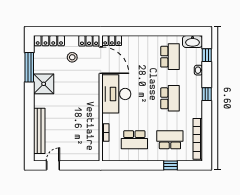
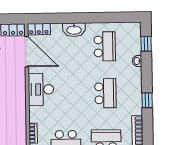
washbasin: (193, 42) -> (74, 30), moved
desk: (116, 94) -> (41, 89), width x0.73, depth x0.77
window: (207, 94) -> (147, 100), moved

